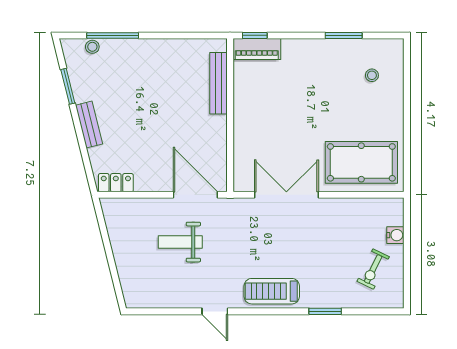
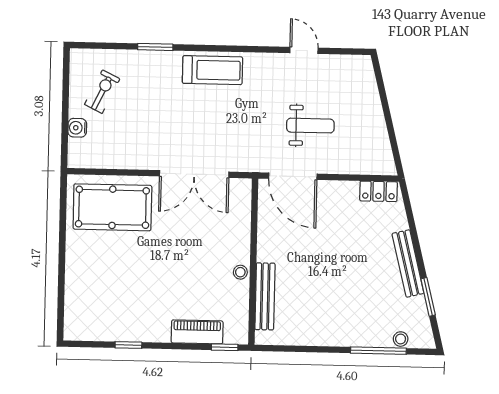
window: (344, 35) -> (128, 345), width x0.67
piano: (257, 49) -> (197, 332), moved
stool: (372, 75) -> (240, 272), moved
bench: (89, 125) -> (408, 263), width x1.36
door: (215, 311) -> (304, 50), moved

